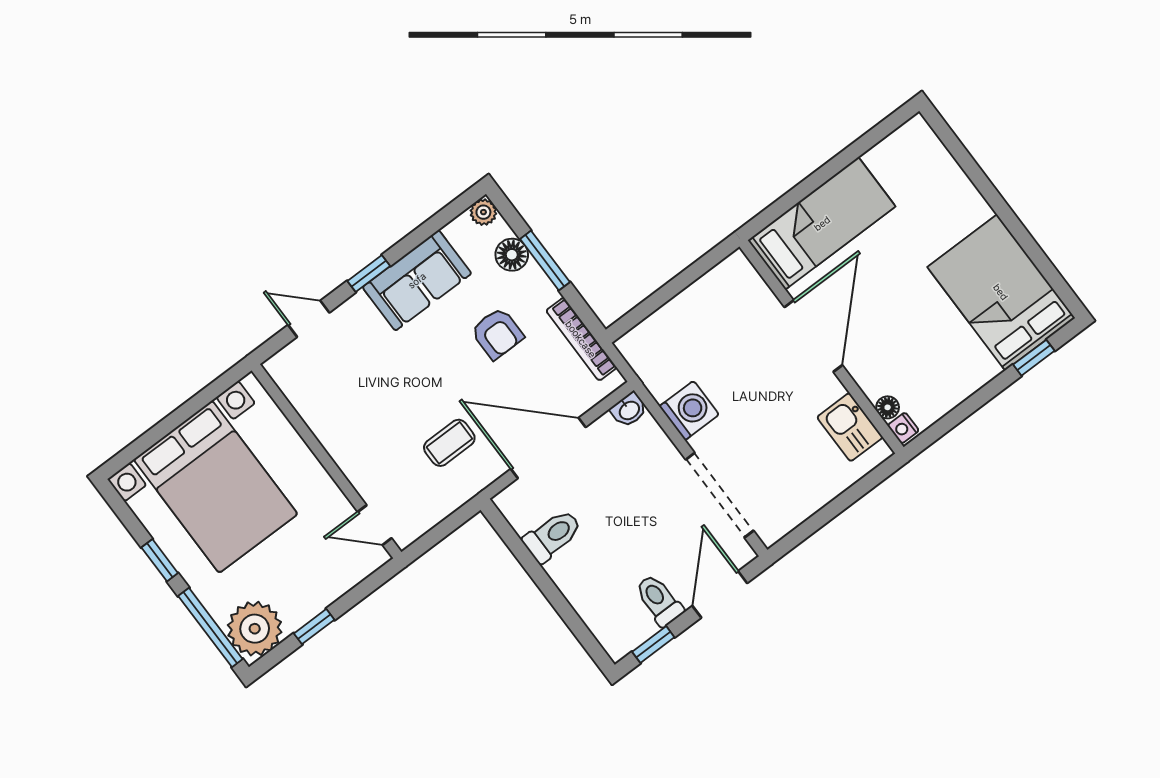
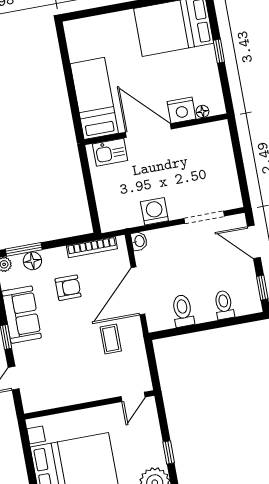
window: (545, 261) -> (24, 249), moved
window: (1034, 358) -> (219, 51), moved
kitchen sink: (850, 427) -> (110, 152), moved
nightstand: (903, 428) -> (182, 110), moved, width x1.89, depth x1.79
doorway: (720, 495) -> (204, 217), width x0.73
toilet: (659, 600) -> (224, 305), moved, turned 90

